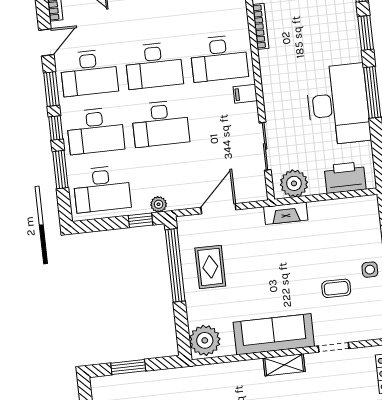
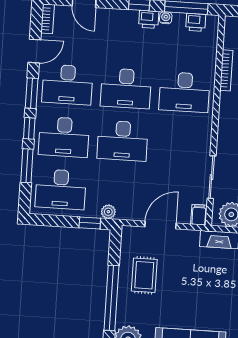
filing cabinet: (245, 94) -> (199, 215), moved, turned 90
window: (175, 265) -> (111, 298), moved

